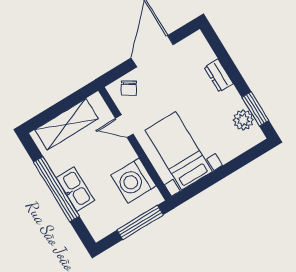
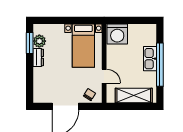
dresser: (219, 75) -> (38, 57), moved
washing machine: (134, 181) -> (117, 34), moved, turned 90
window: (140, 222) -> (127, 20), removed

